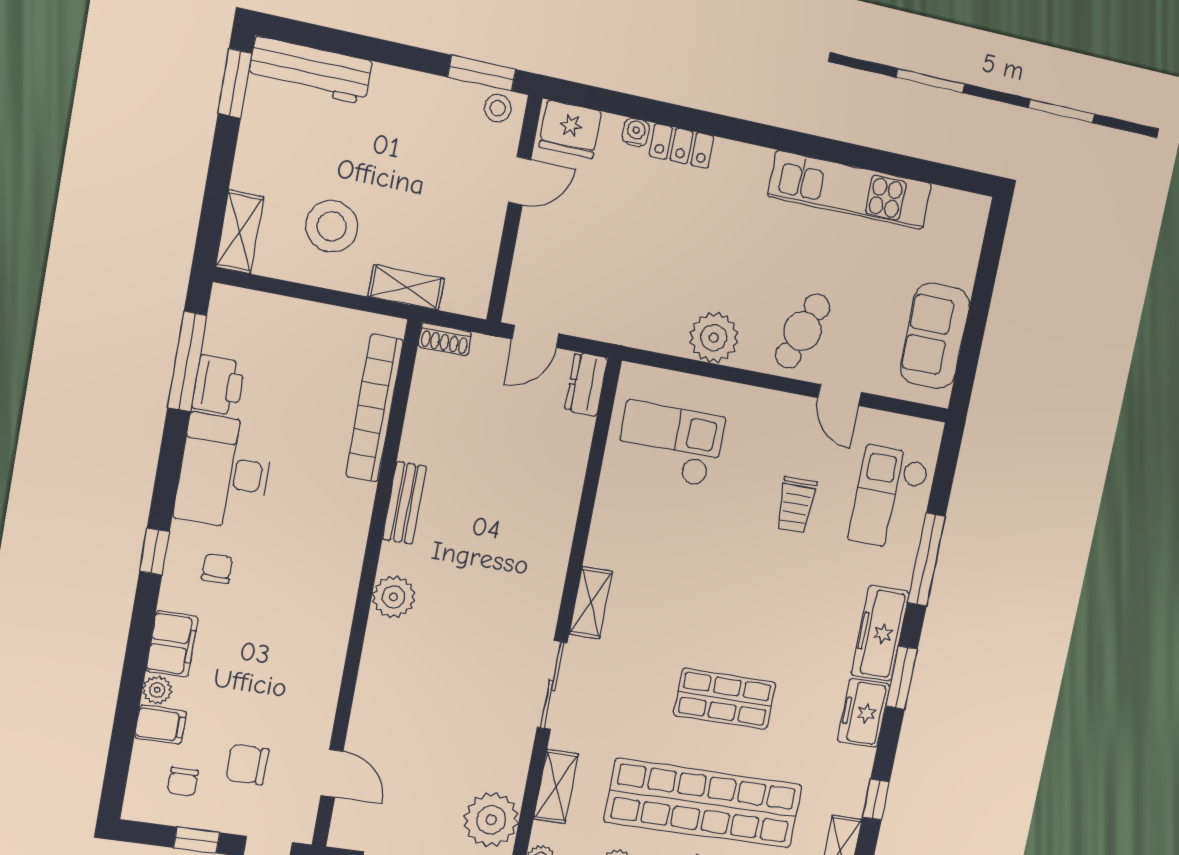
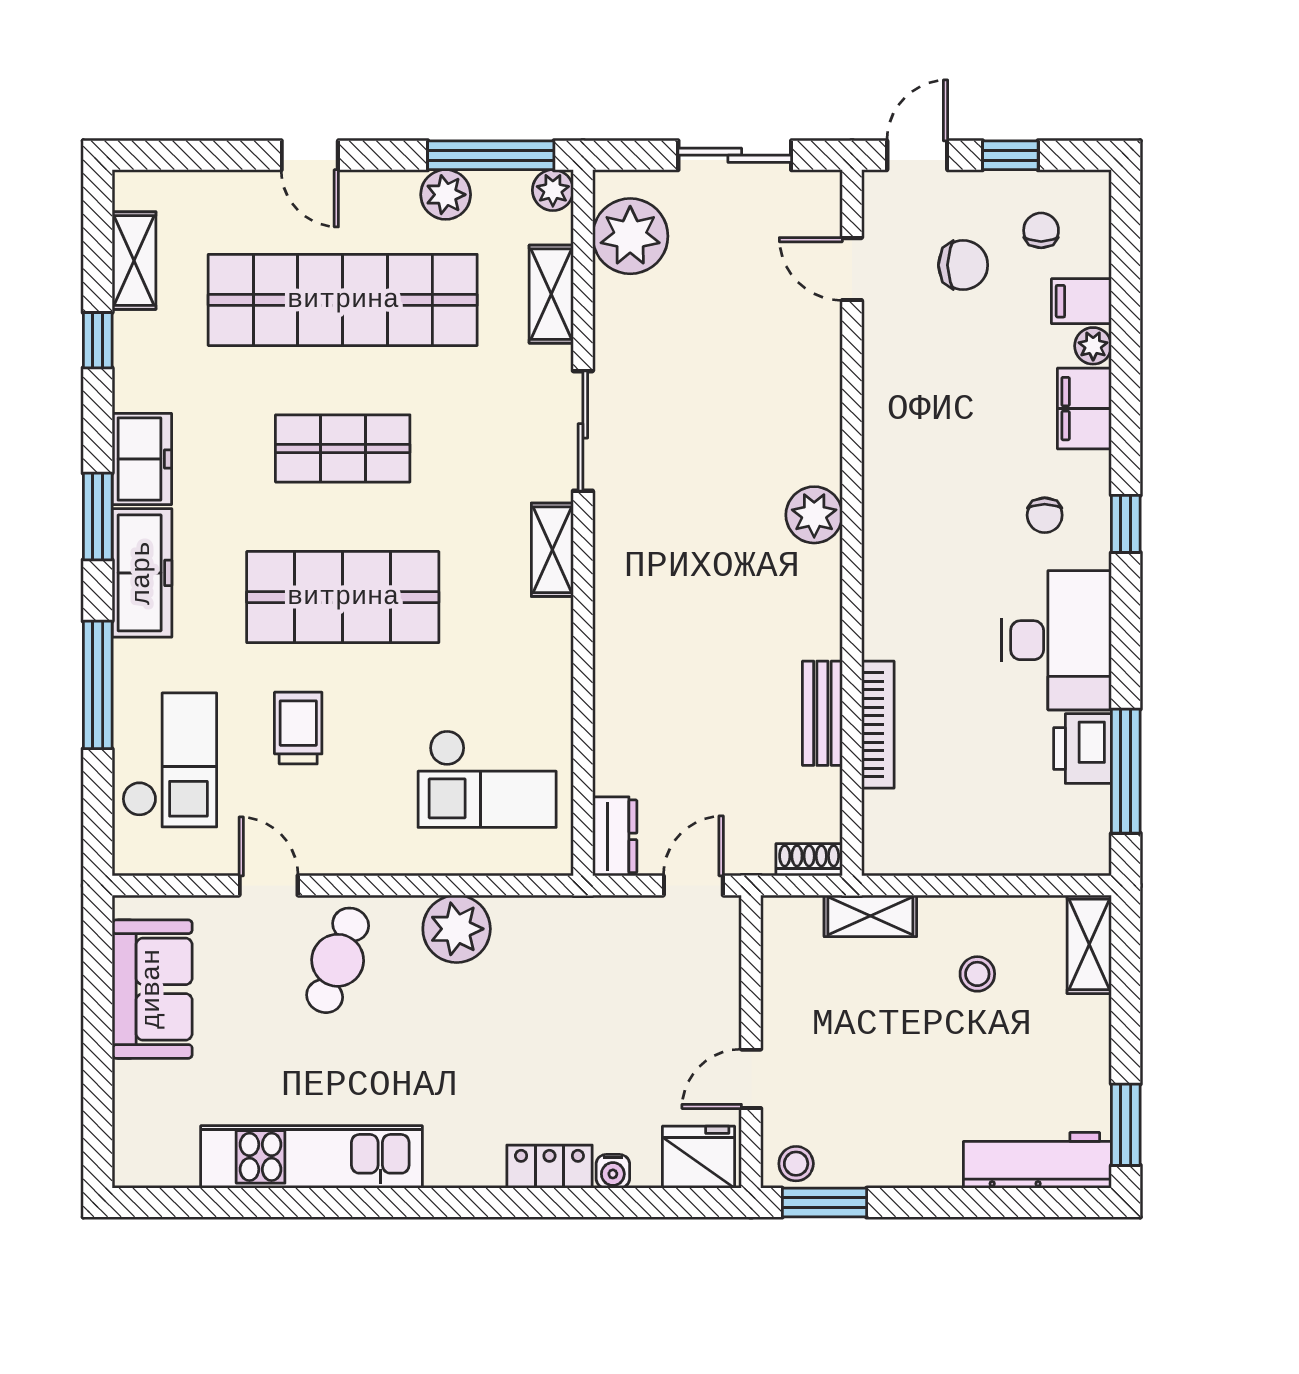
stool: (332, 226) -> (977, 974), width x0.53, depth x0.53
bookcase: (374, 408) -> (878, 725), width x0.68, depth x0.76
bench: (404, 503) -> (822, 713), moved
shop shelf: (746, 593) -> (343, 597), added

